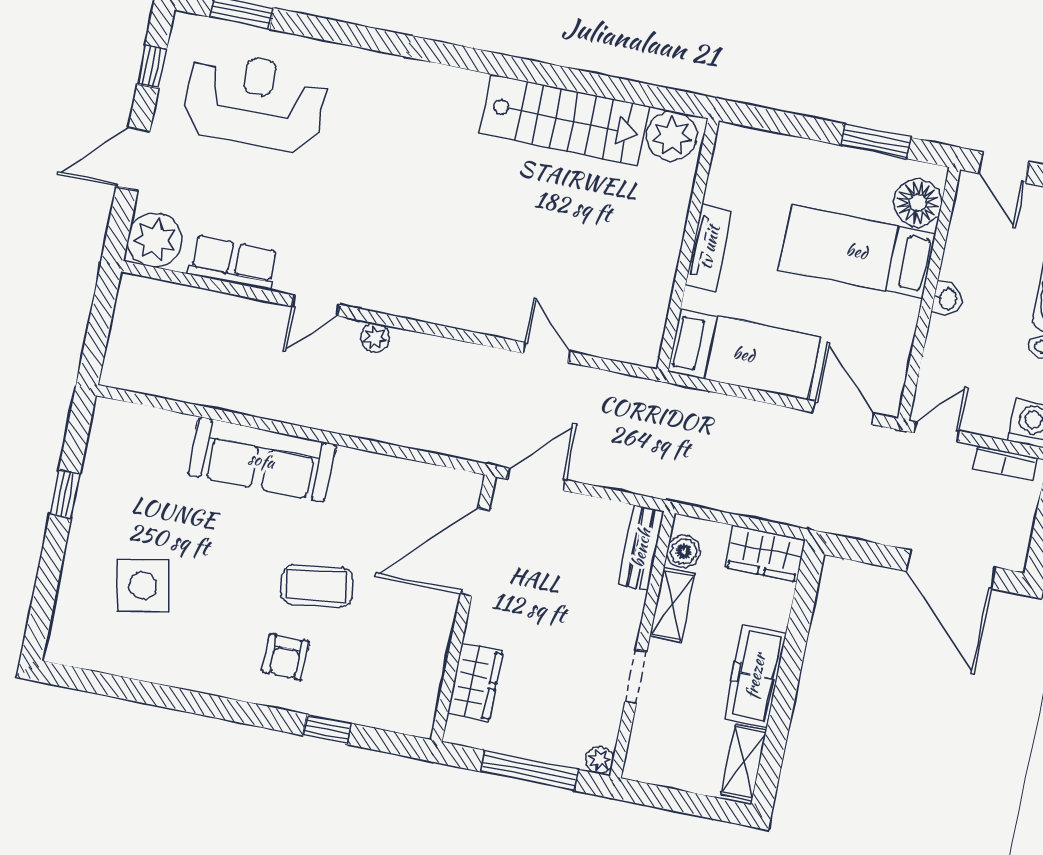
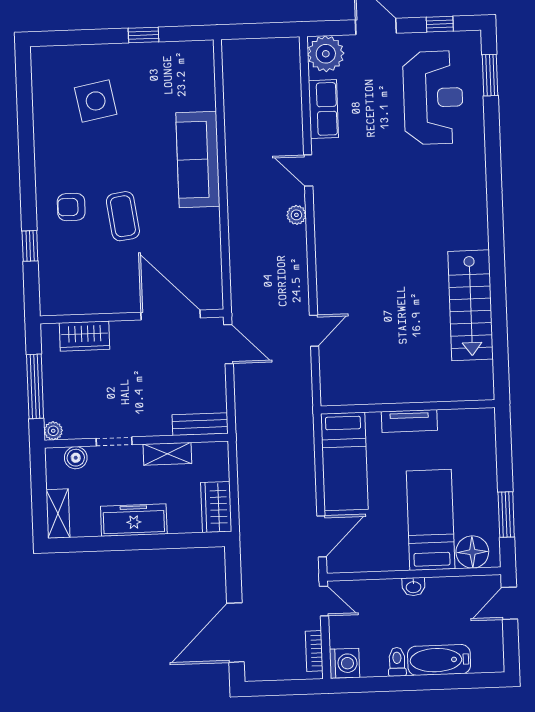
plant: (672, 136) -> (477, 379), removed
boiler: (684, 552) -> (76, 458), moved
shelving: (744, 762) -> (58, 514), moved, turned 90

